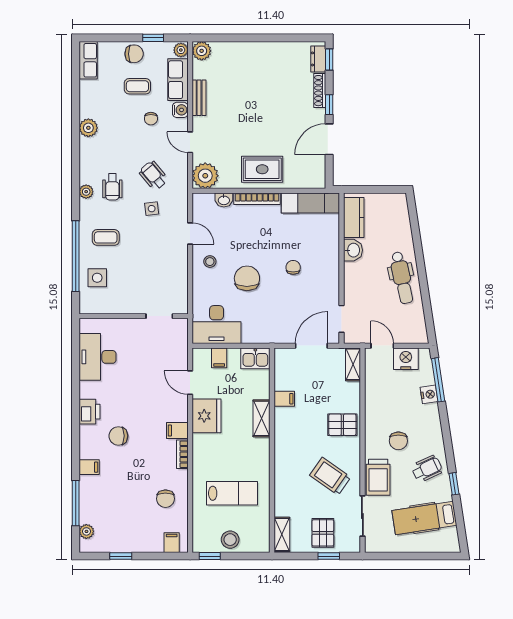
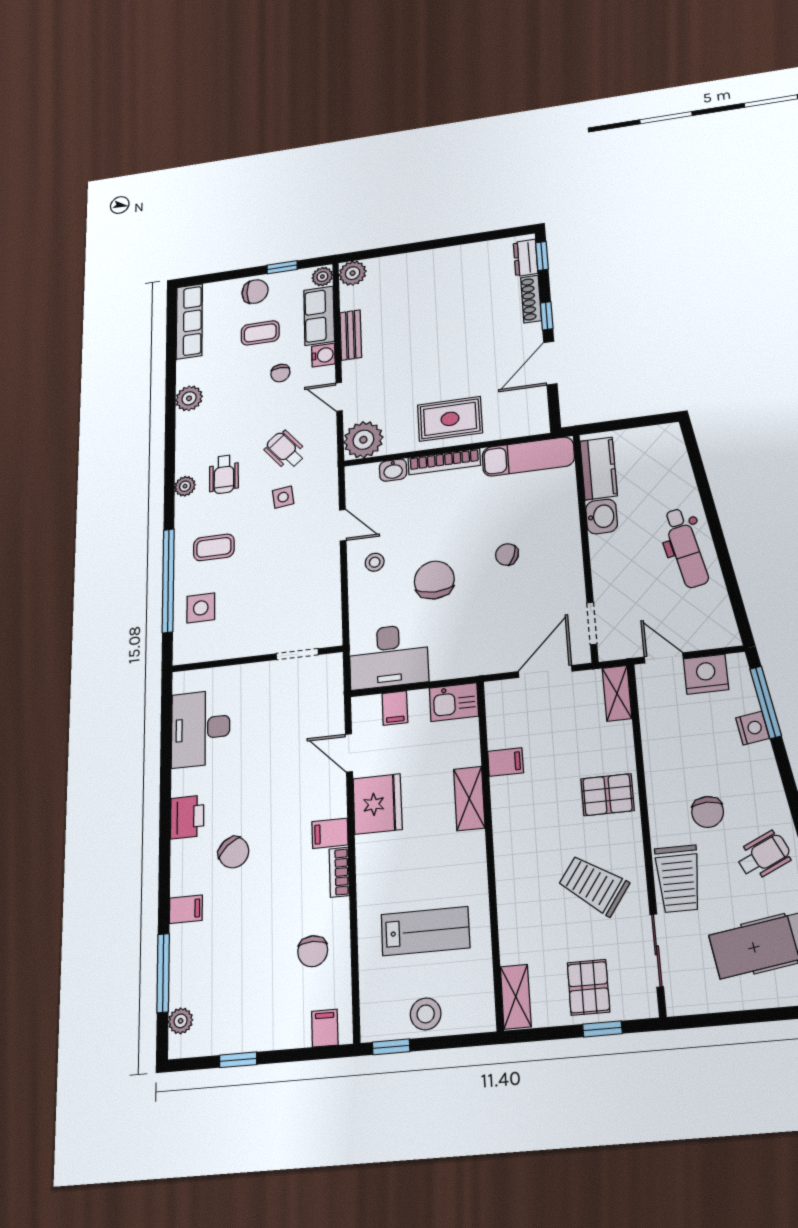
row of seats: (88, 60) -> (189, 321), width x1.48
chair: (293, 267) -> (507, 554), turned -69
chair: (118, 436) -> (234, 852), turned -131

